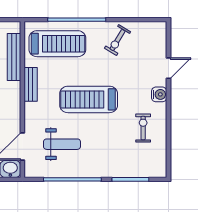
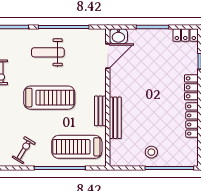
bench: (14, 57) -> (115, 118), moved
weight bench: (62, 144) -> (48, 52), moved

